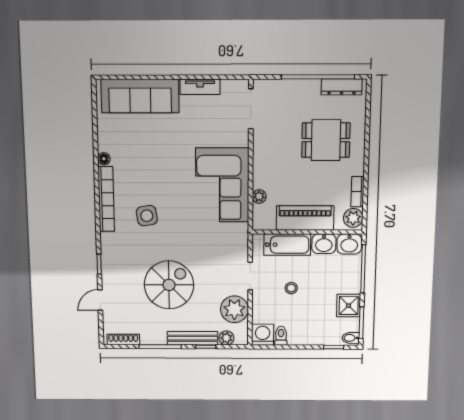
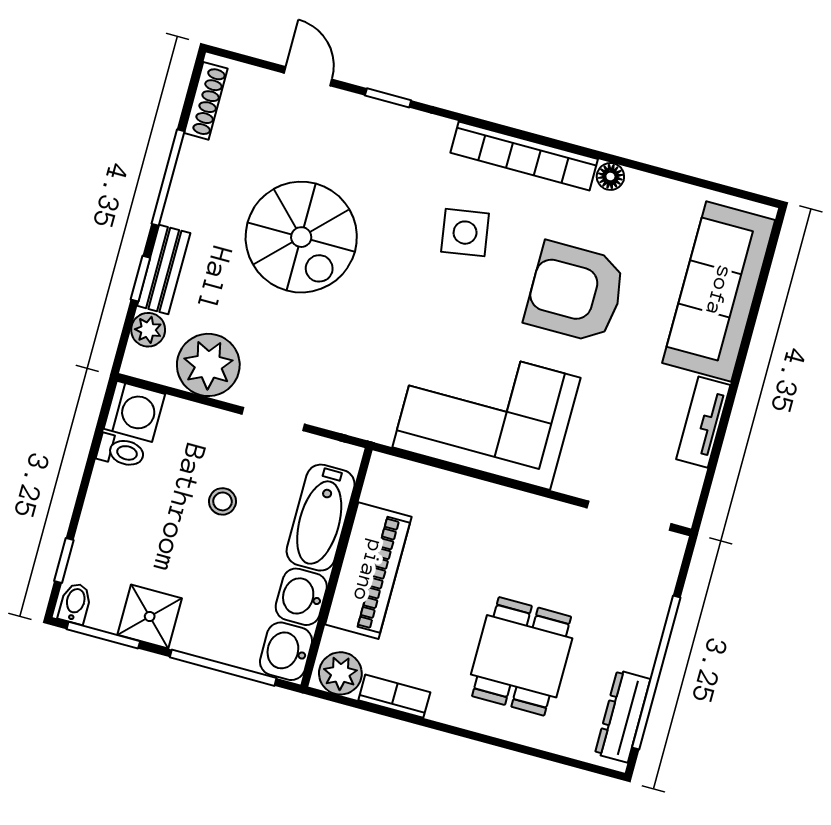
armchair: (159, 160) -> (576, 292), added
plant: (259, 196) -> (441, 485), removed
bench: (192, 338) -> (164, 269), width x0.73

